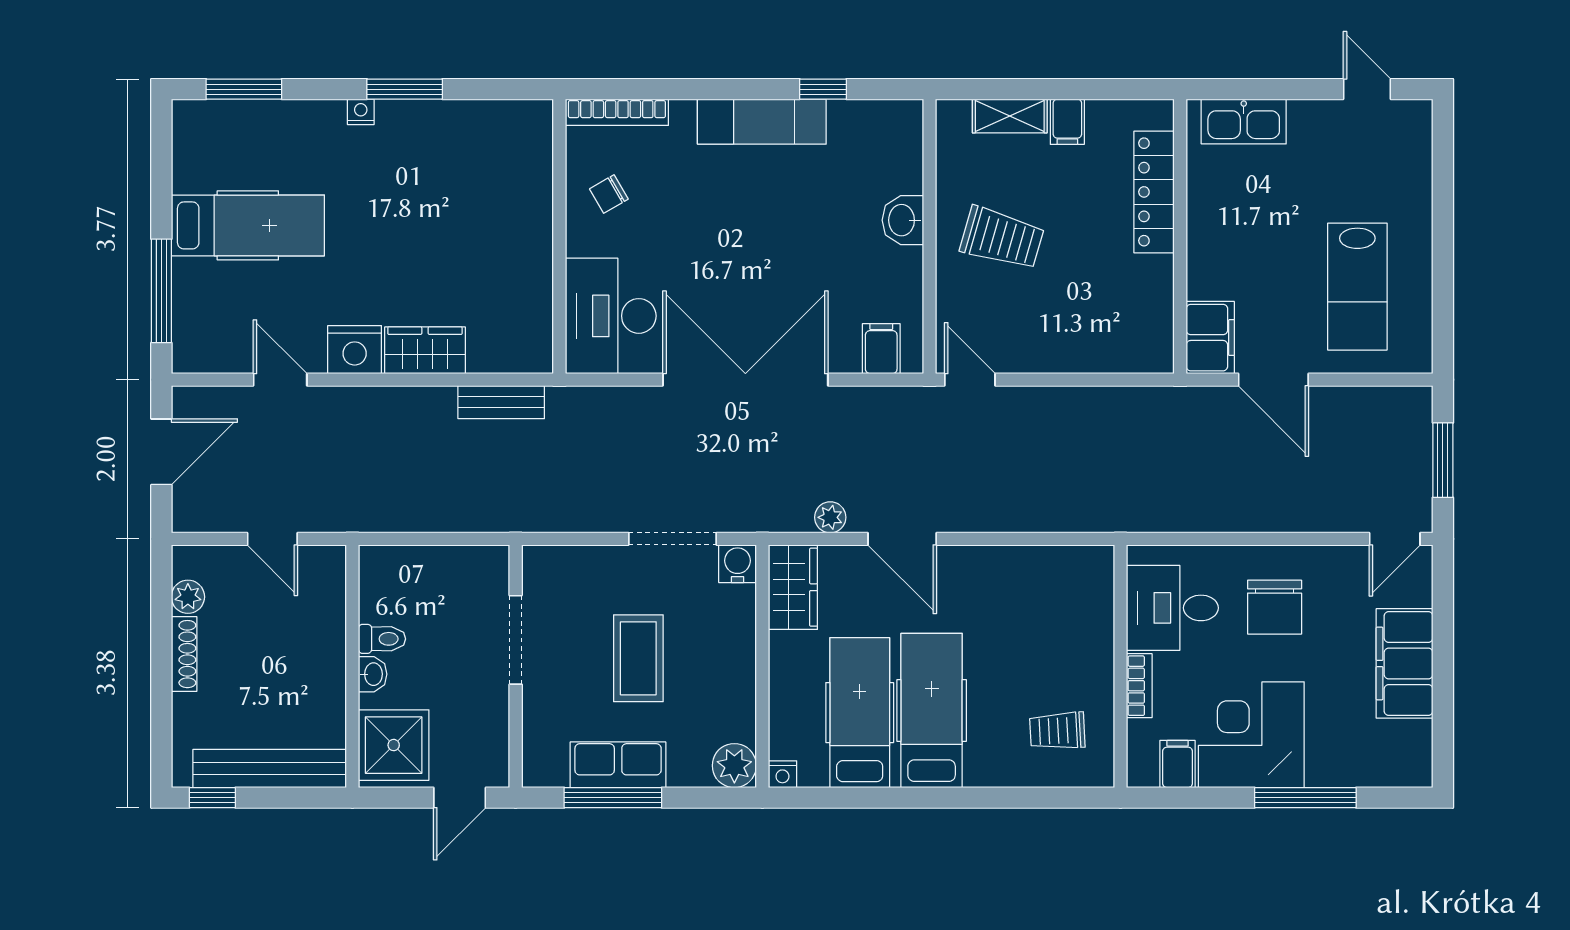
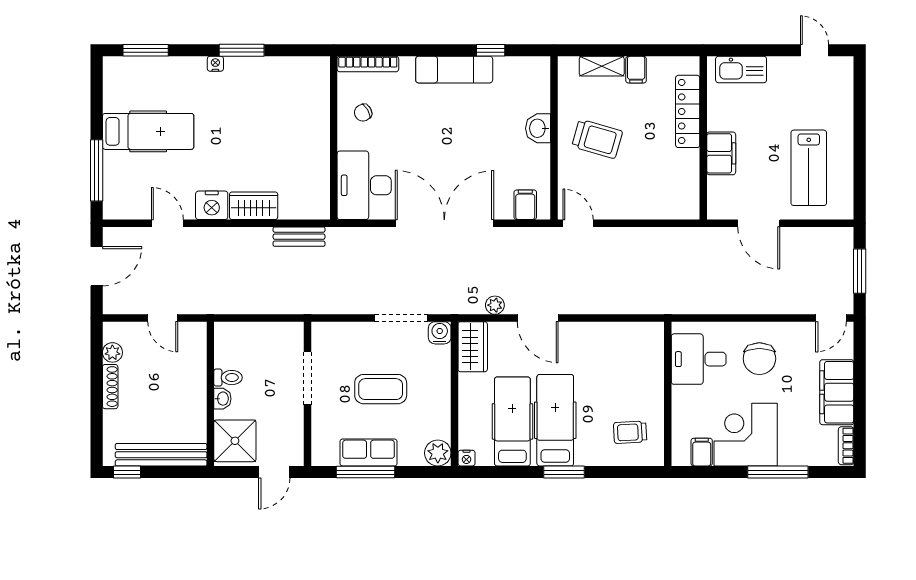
filing cabinet: (1210, 338) -> (721, 153), moved
coffee table: (638, 658) -> (381, 389), turned 90
bookcase: (1139, 686) -> (846, 446), moved, turned 180
window: (946, 798) -> (564, 472), added

